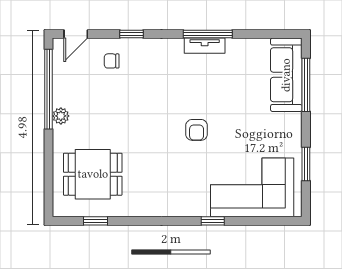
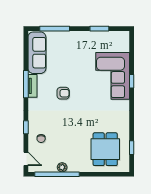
sofa: (286, 75) -> (37, 53), moved, turned -90
plant: (61, 116) -> (62, 167), moved
armchair: (197, 130) -> (63, 93), moved
corner sofa: (252, 187) -> (113, 76), moved

